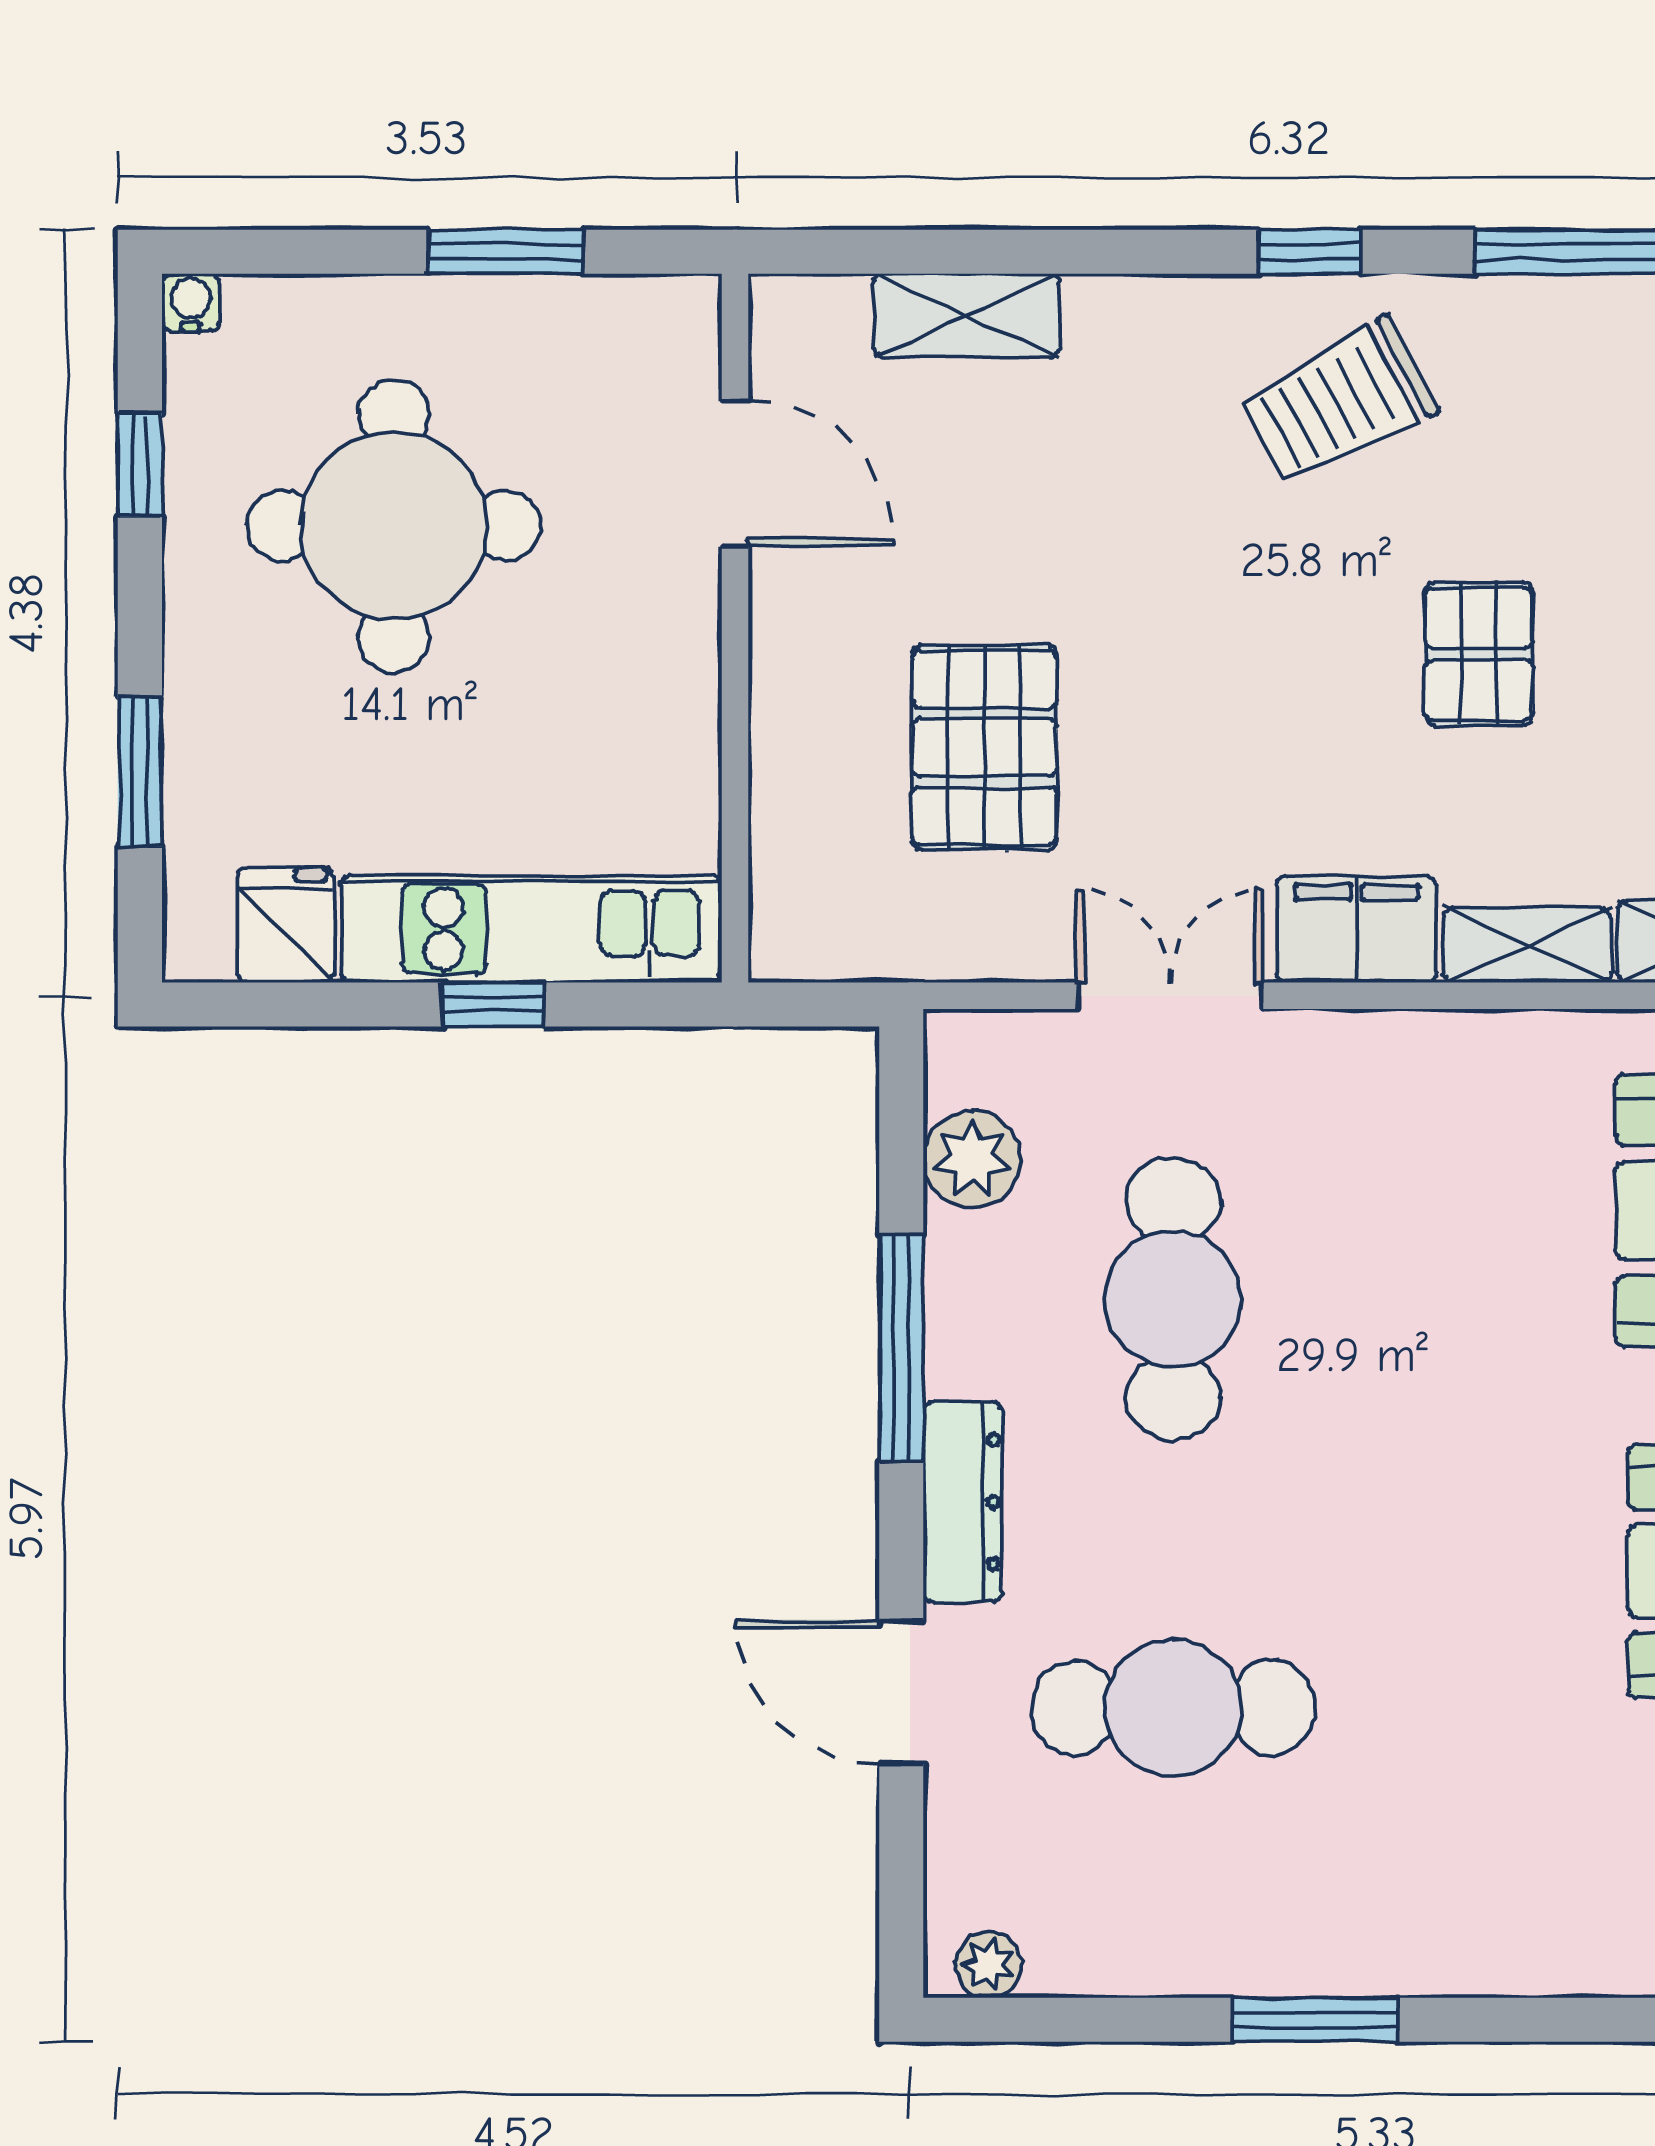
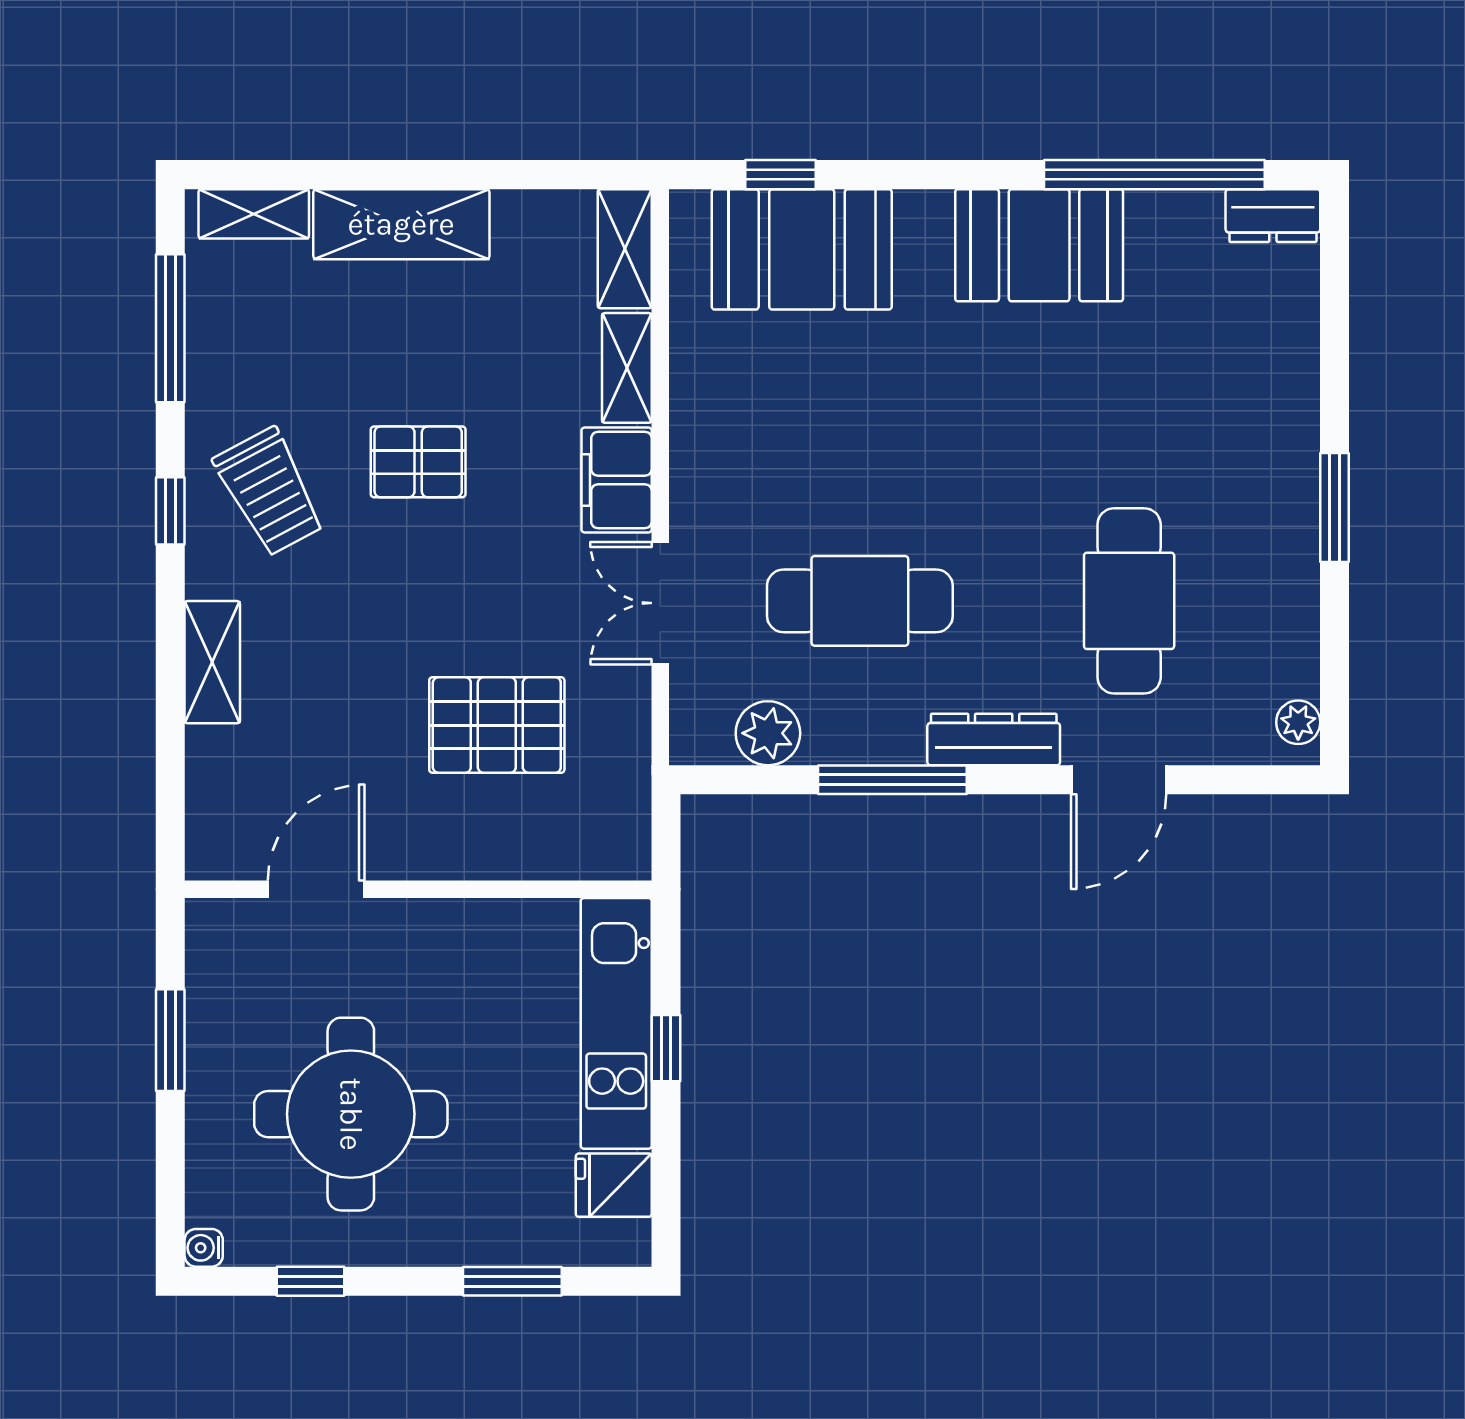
shelving: (967, 315) -> (212, 662), moved
pallet: (1479, 654) -> (418, 462), moved

